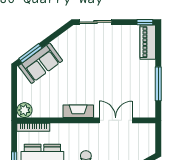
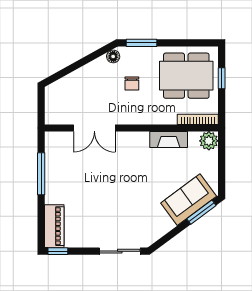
fireplace: (78, 111) -> (169, 139), moved

